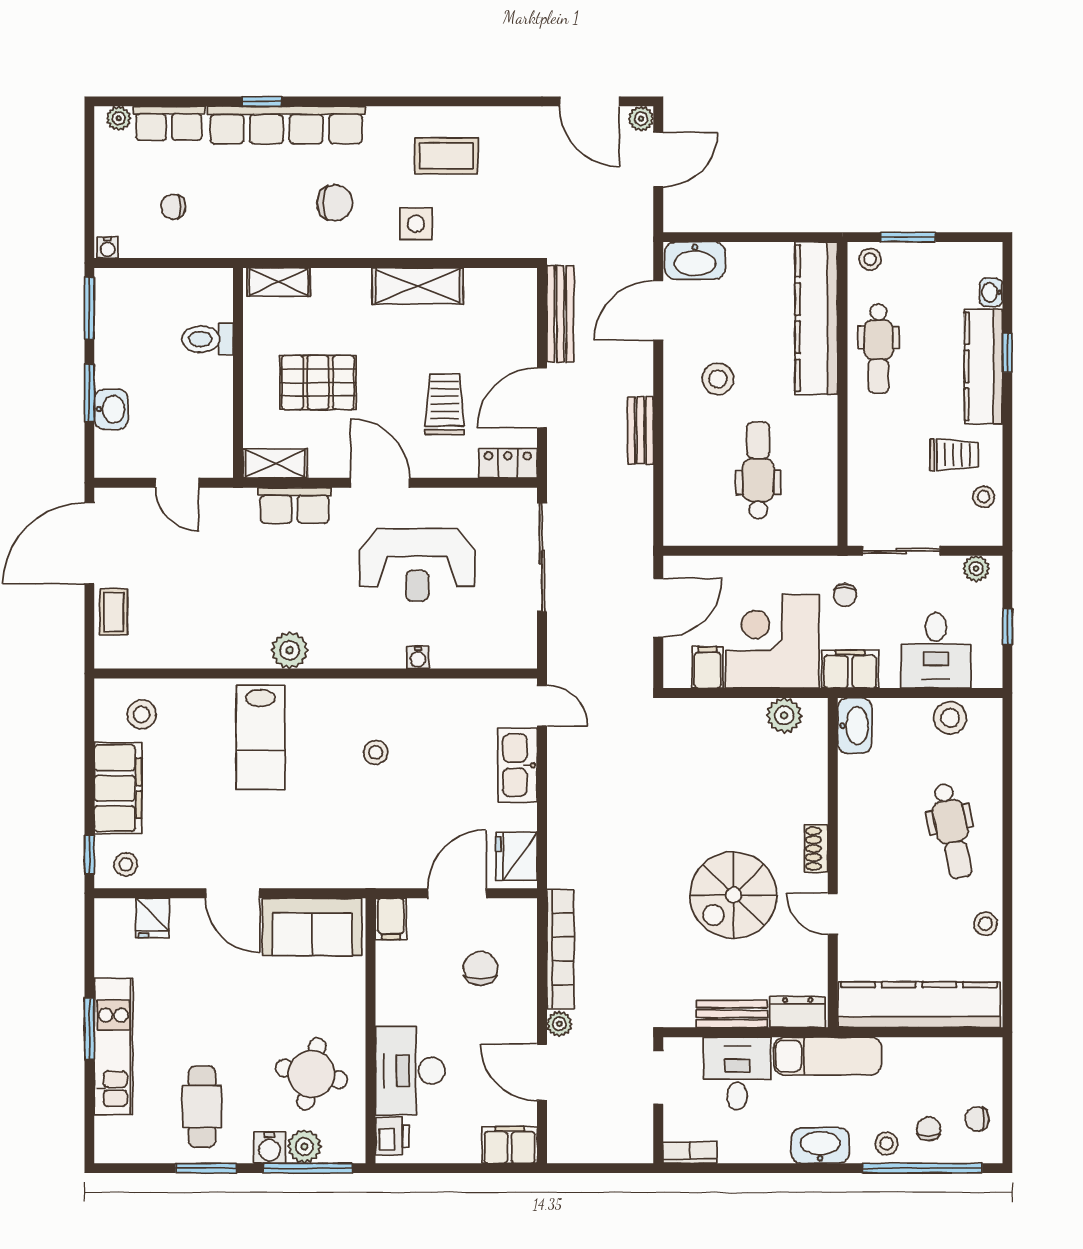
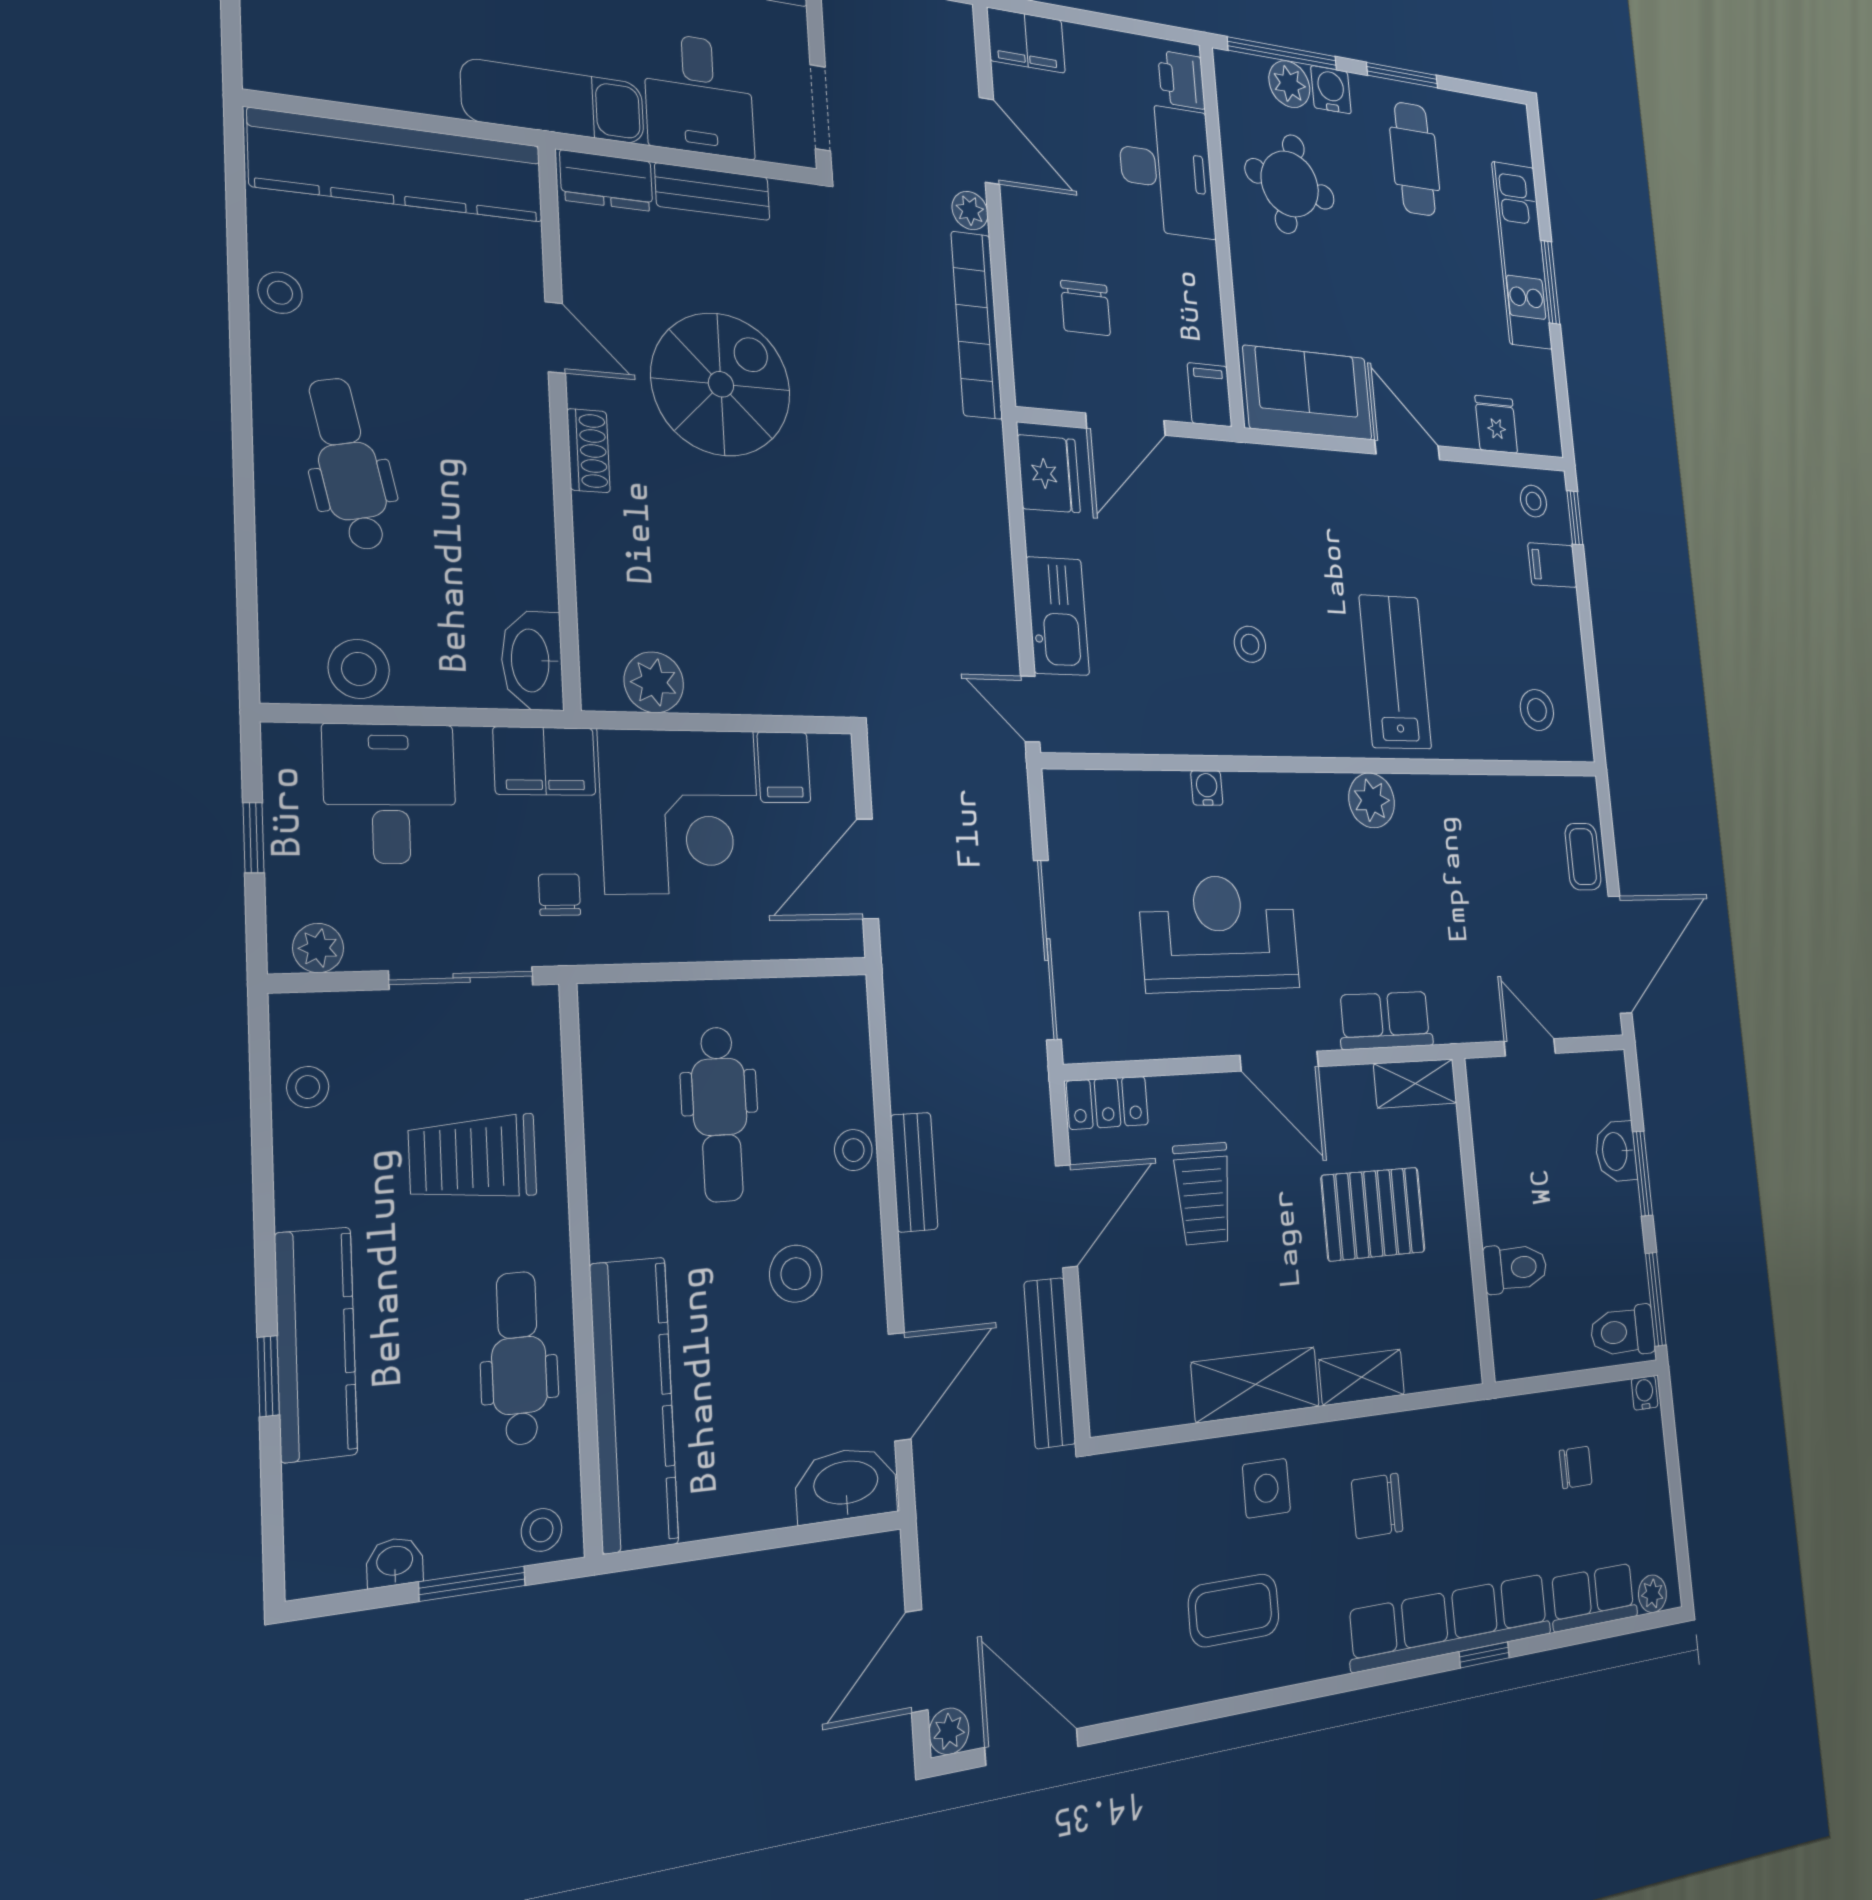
shelving: (279, 282) -> (1362, 1377), moved
toilet: (121, 290) -> (1623, 1331), added
washbasin: (991, 292) -> (395, 1562), moved, turned -90
stool: (678, 445) -> (853, 1150), added
trolley: (954, 455) -> (473, 1158), moved, width x1.36, depth x1.39
filing cabinet: (118, 788) -> (1552, 565), width x0.33, depth x0.86

